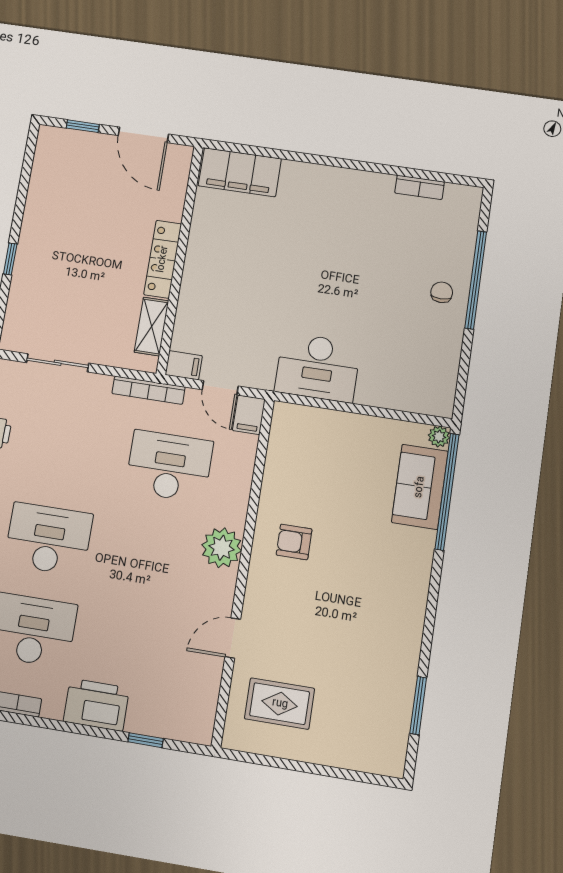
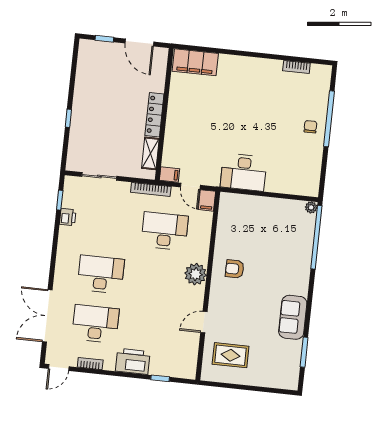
sofa: (420, 487) -> (293, 317), moved

